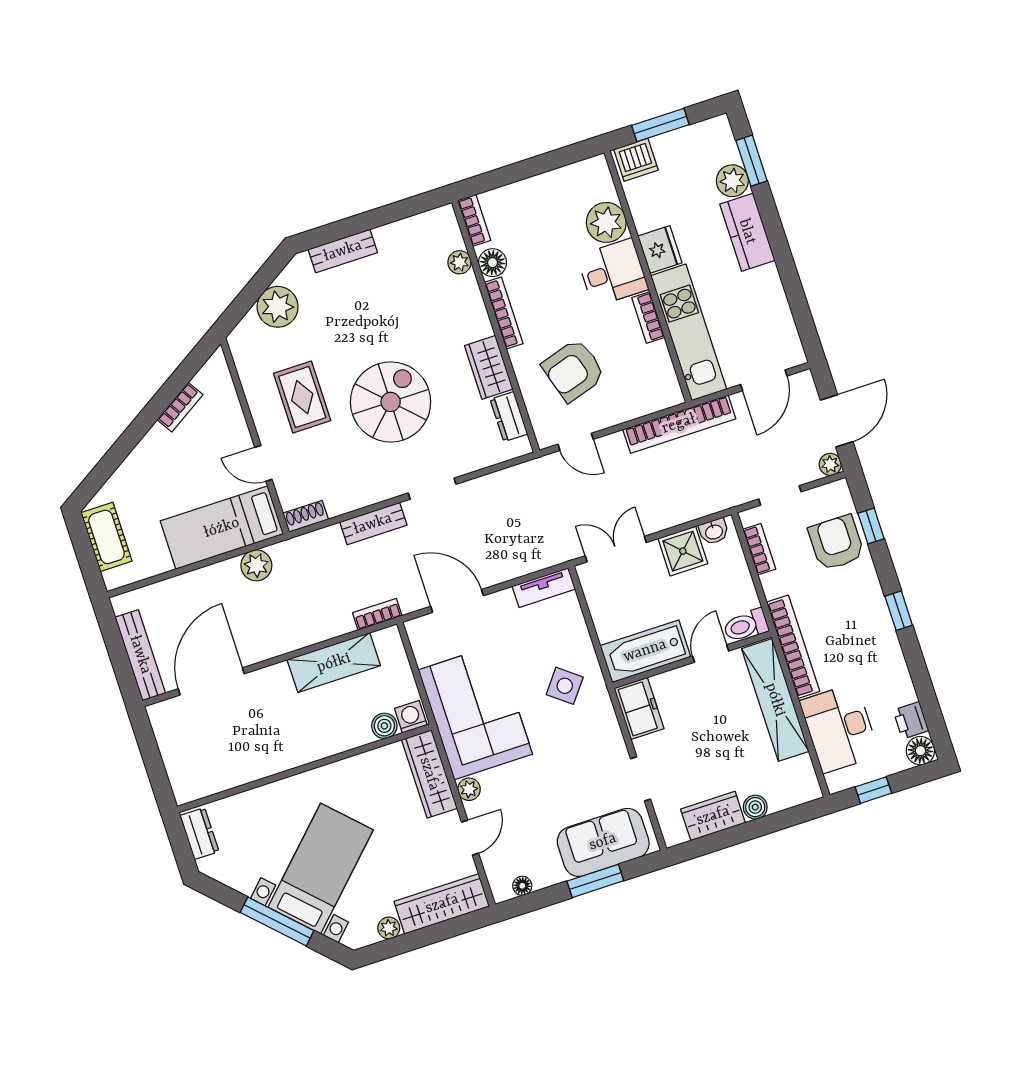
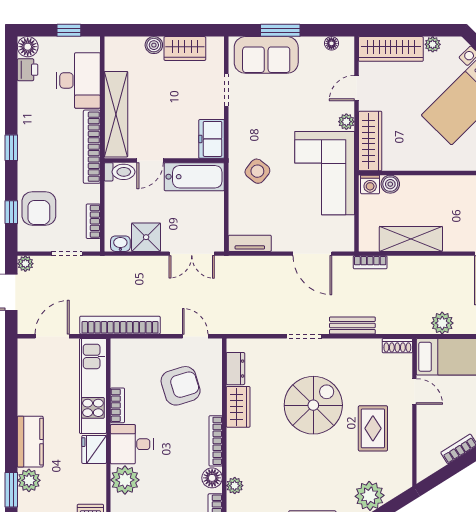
spiral stairs: (391, 402) -> (313, 405), turned 180

